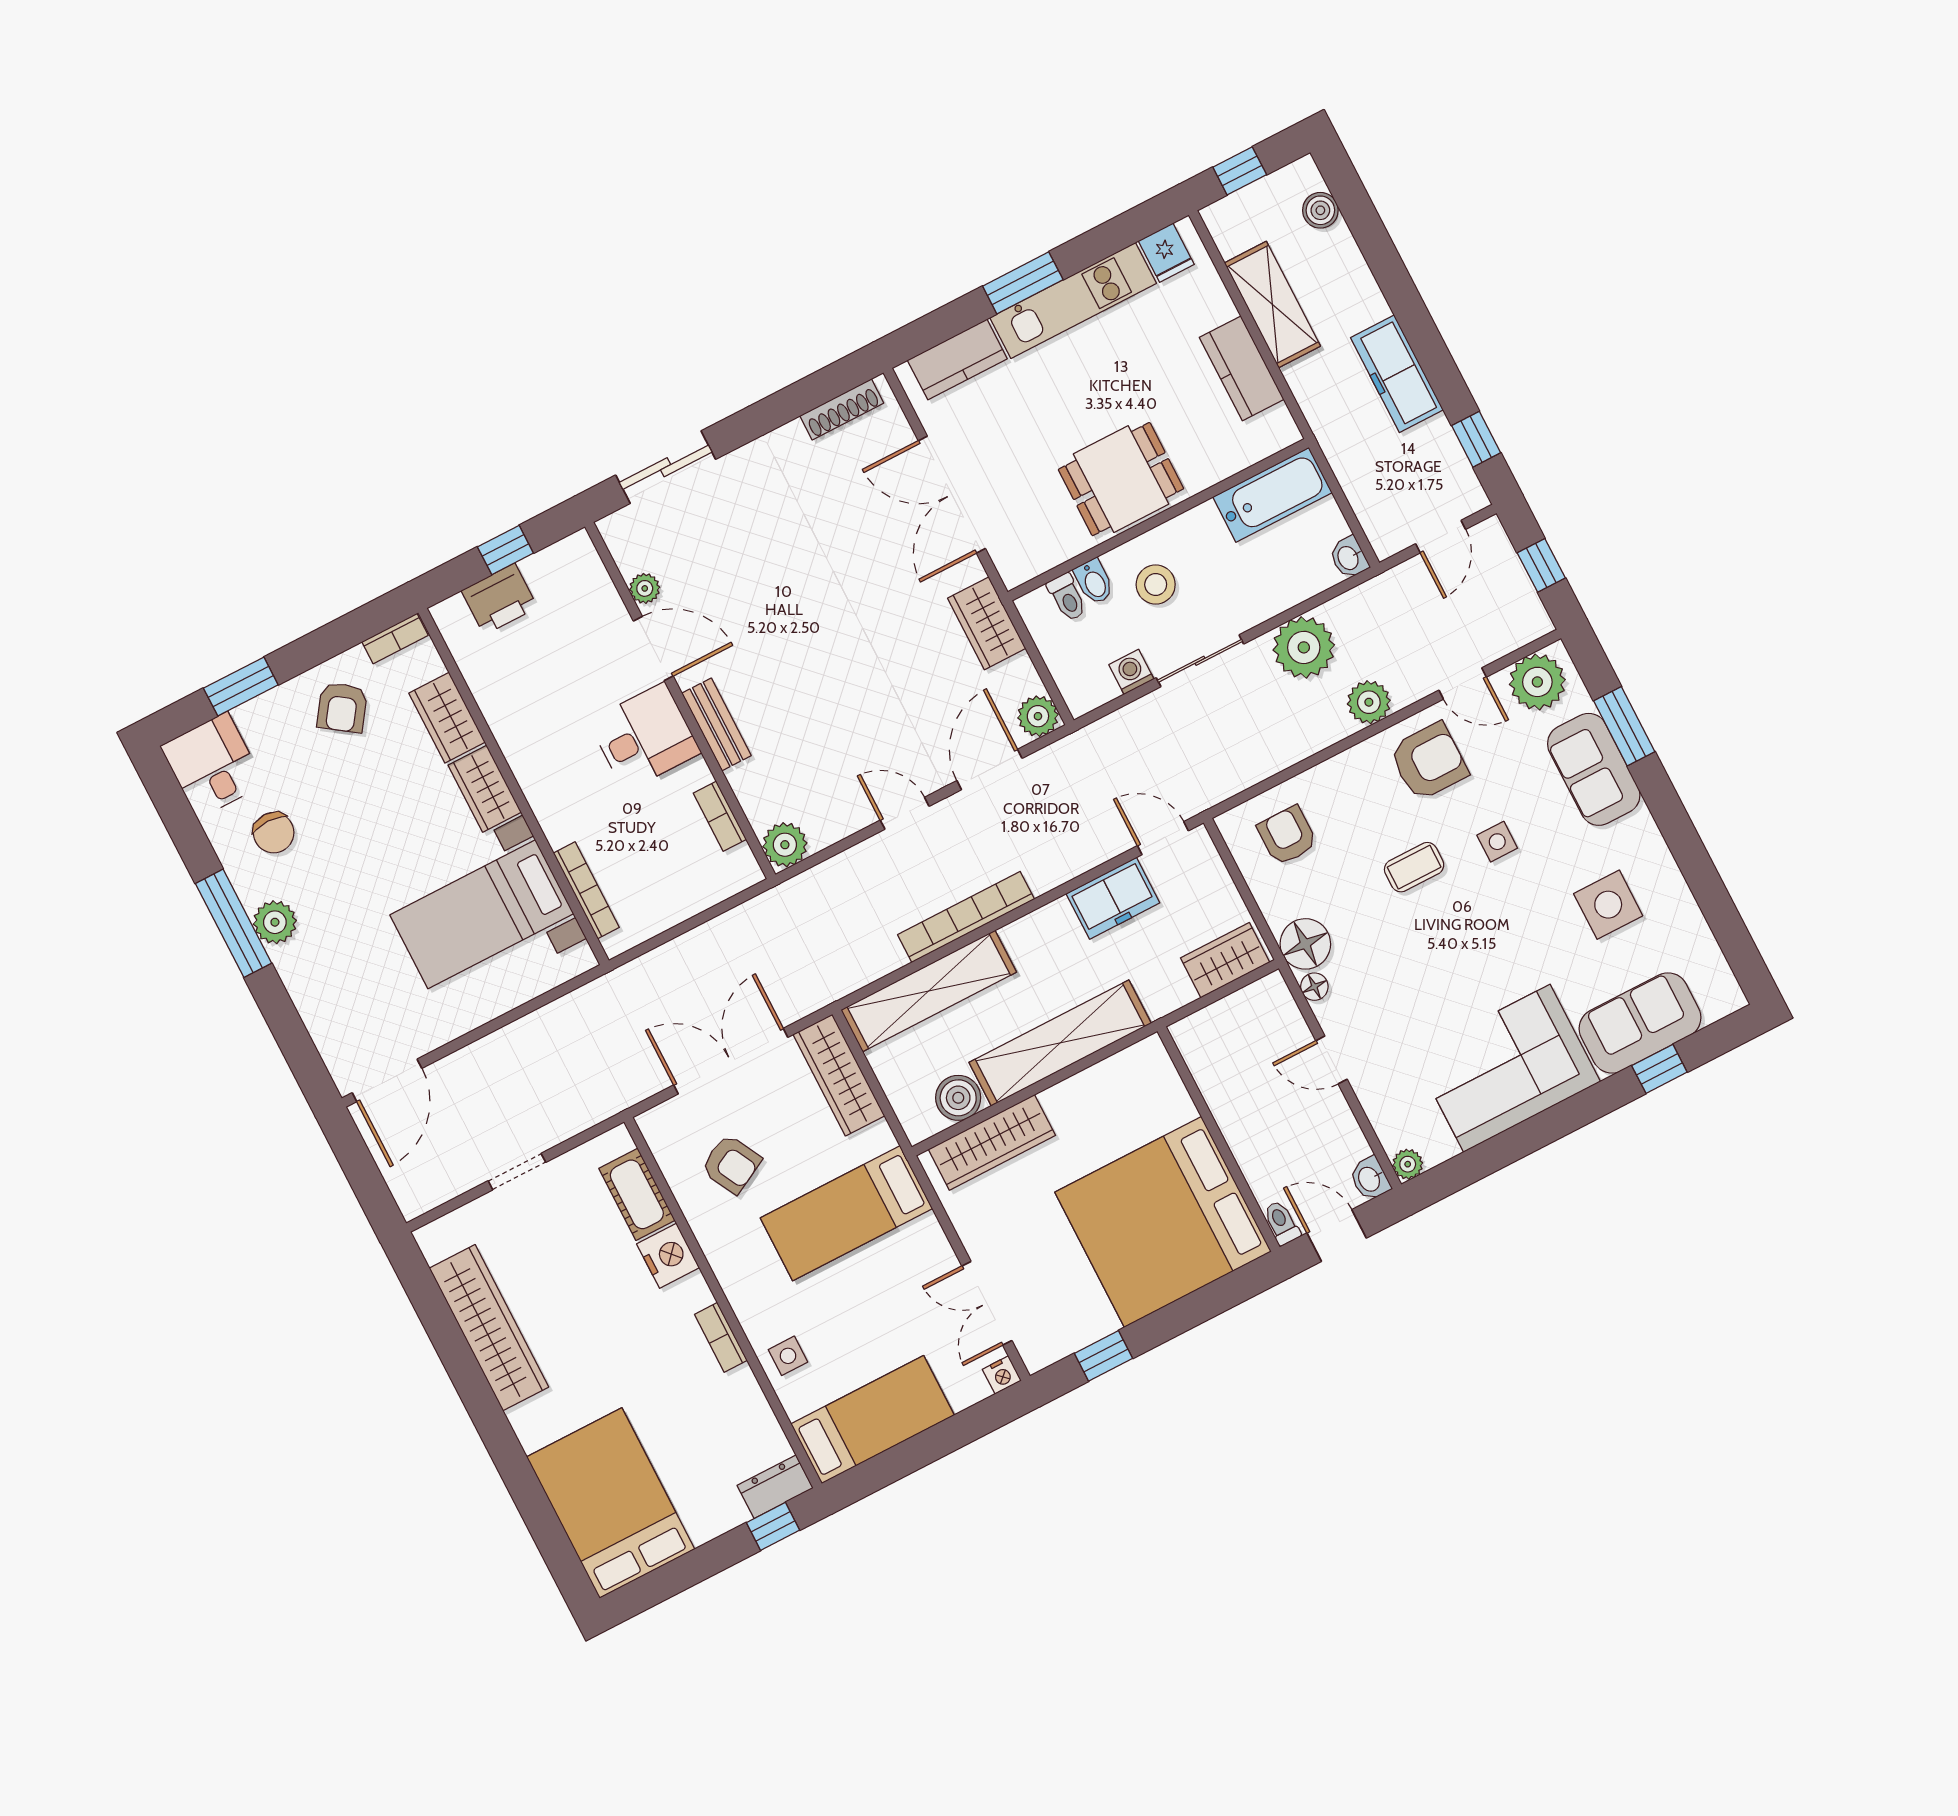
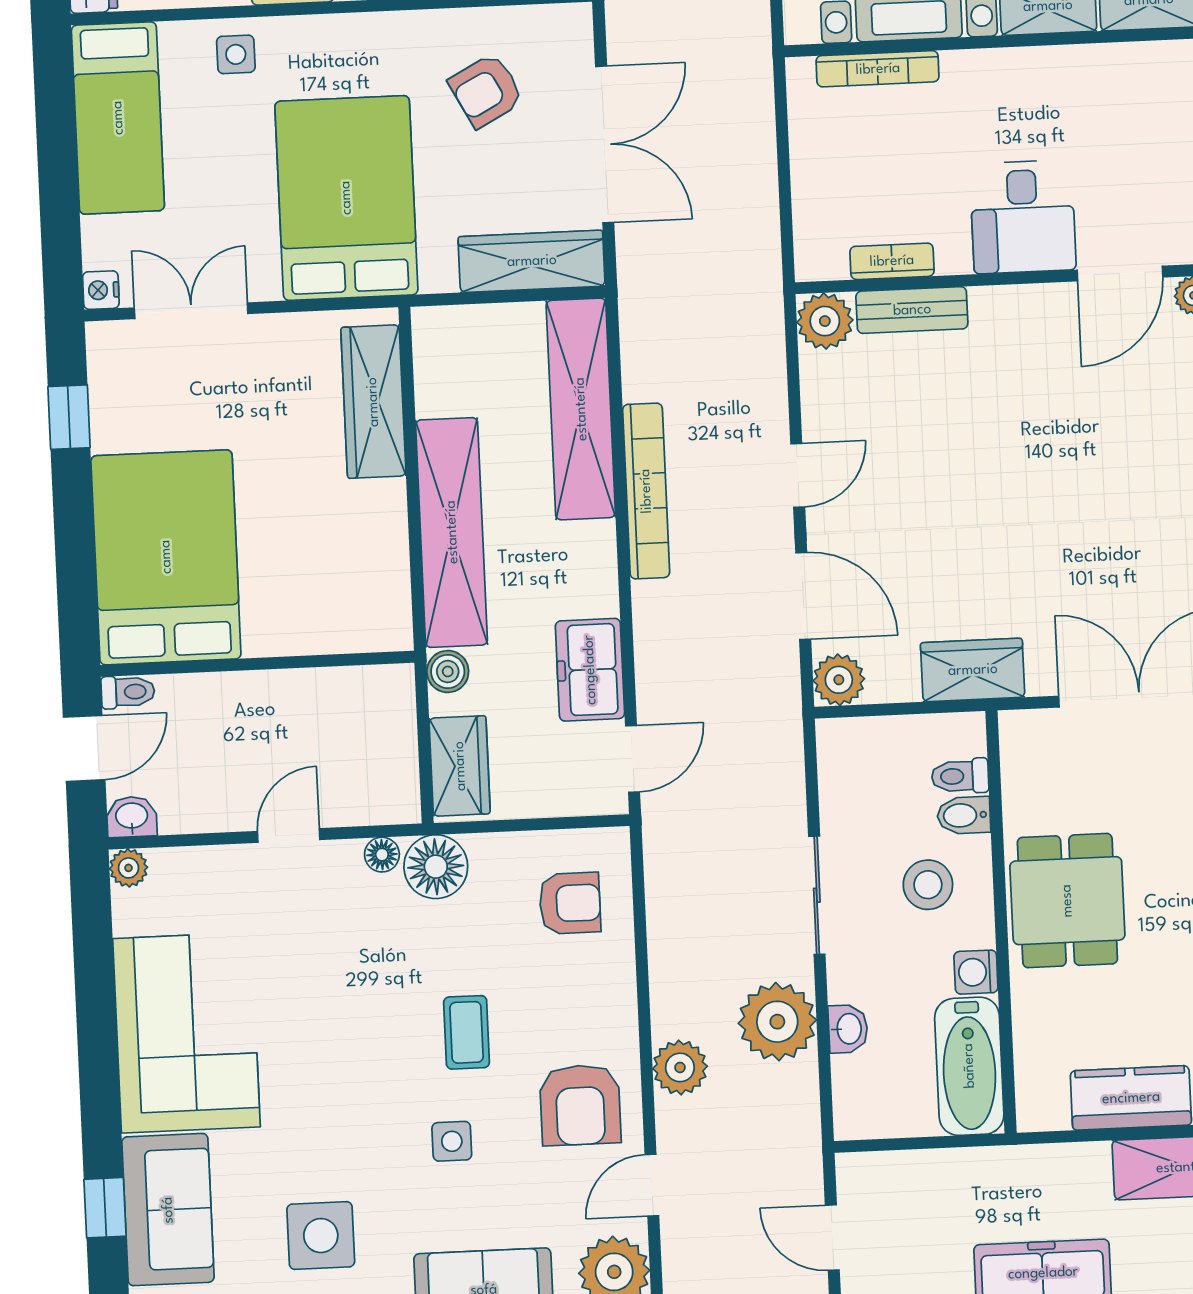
washbasin: (1349, 558) -> (848, 1029), moved, turned 90
washing machine: (1131, 672) -> (976, 972), moved, turned 180
bench: (717, 724) -> (912, 310), moved
boiler: (958, 1098) -> (448, 672), moved, width x0.73, depth x0.73
bed: (846, 1213) -> (346, 198), width x1.50
bed: (1163, 1222) -> (166, 557), width x0.73

